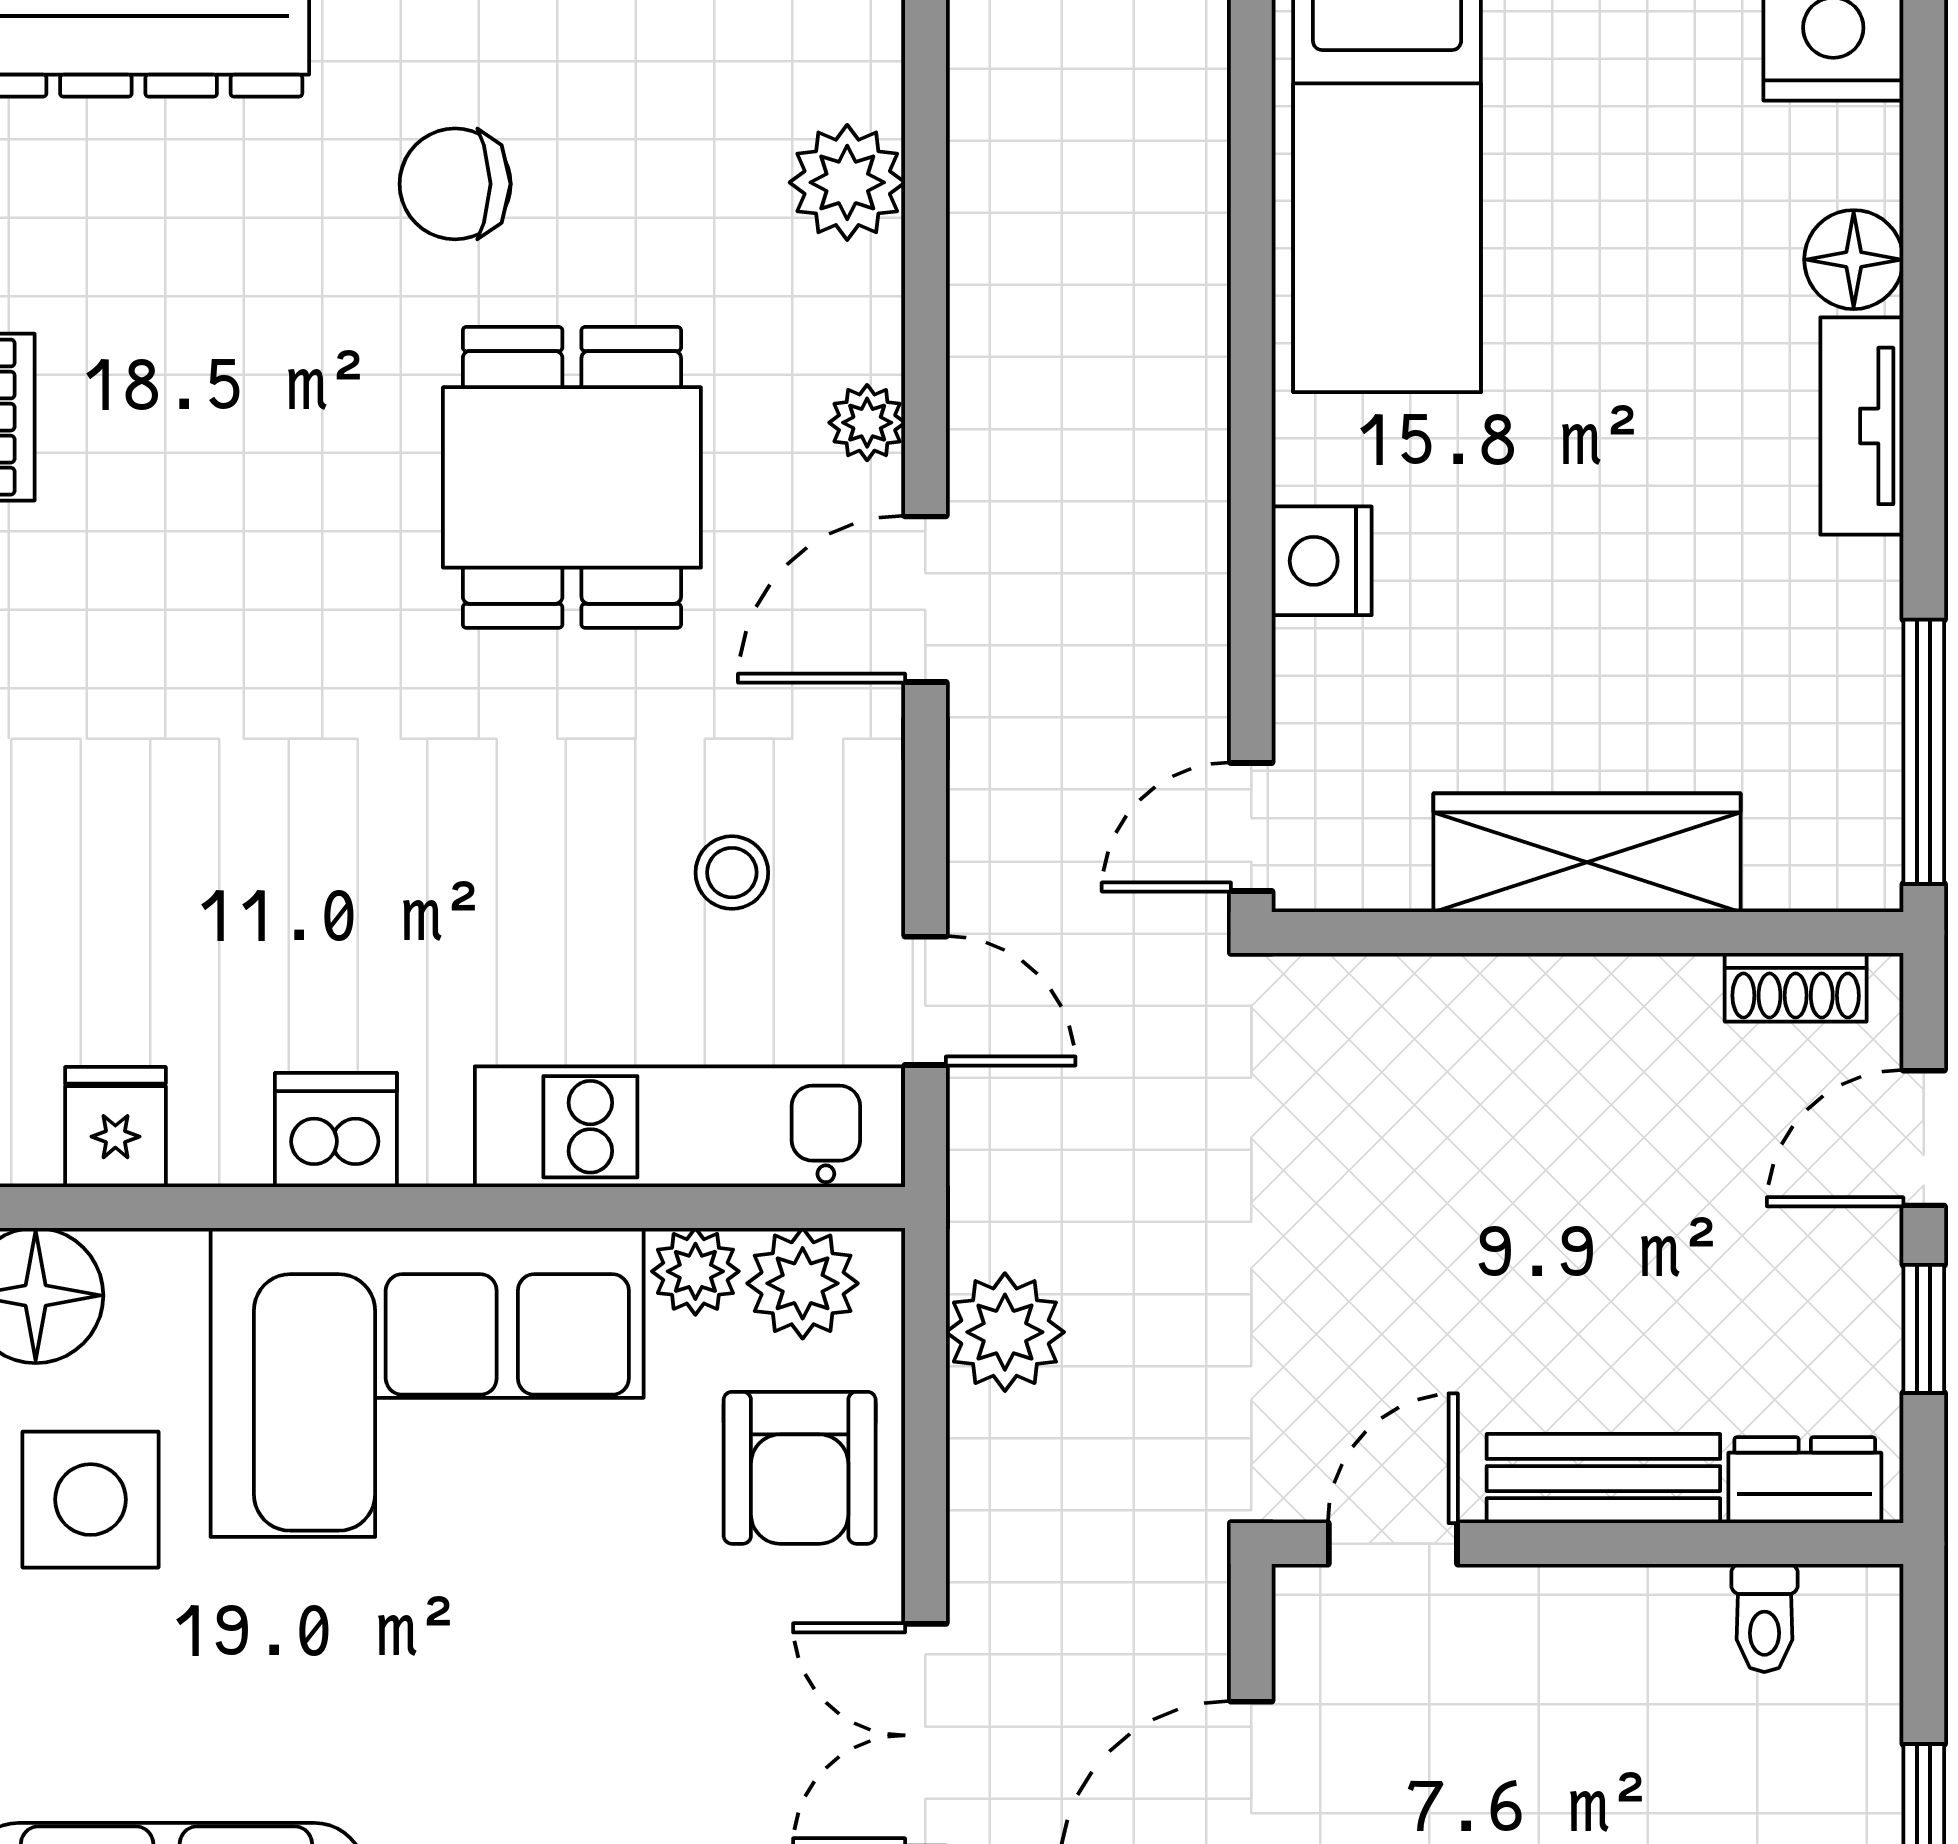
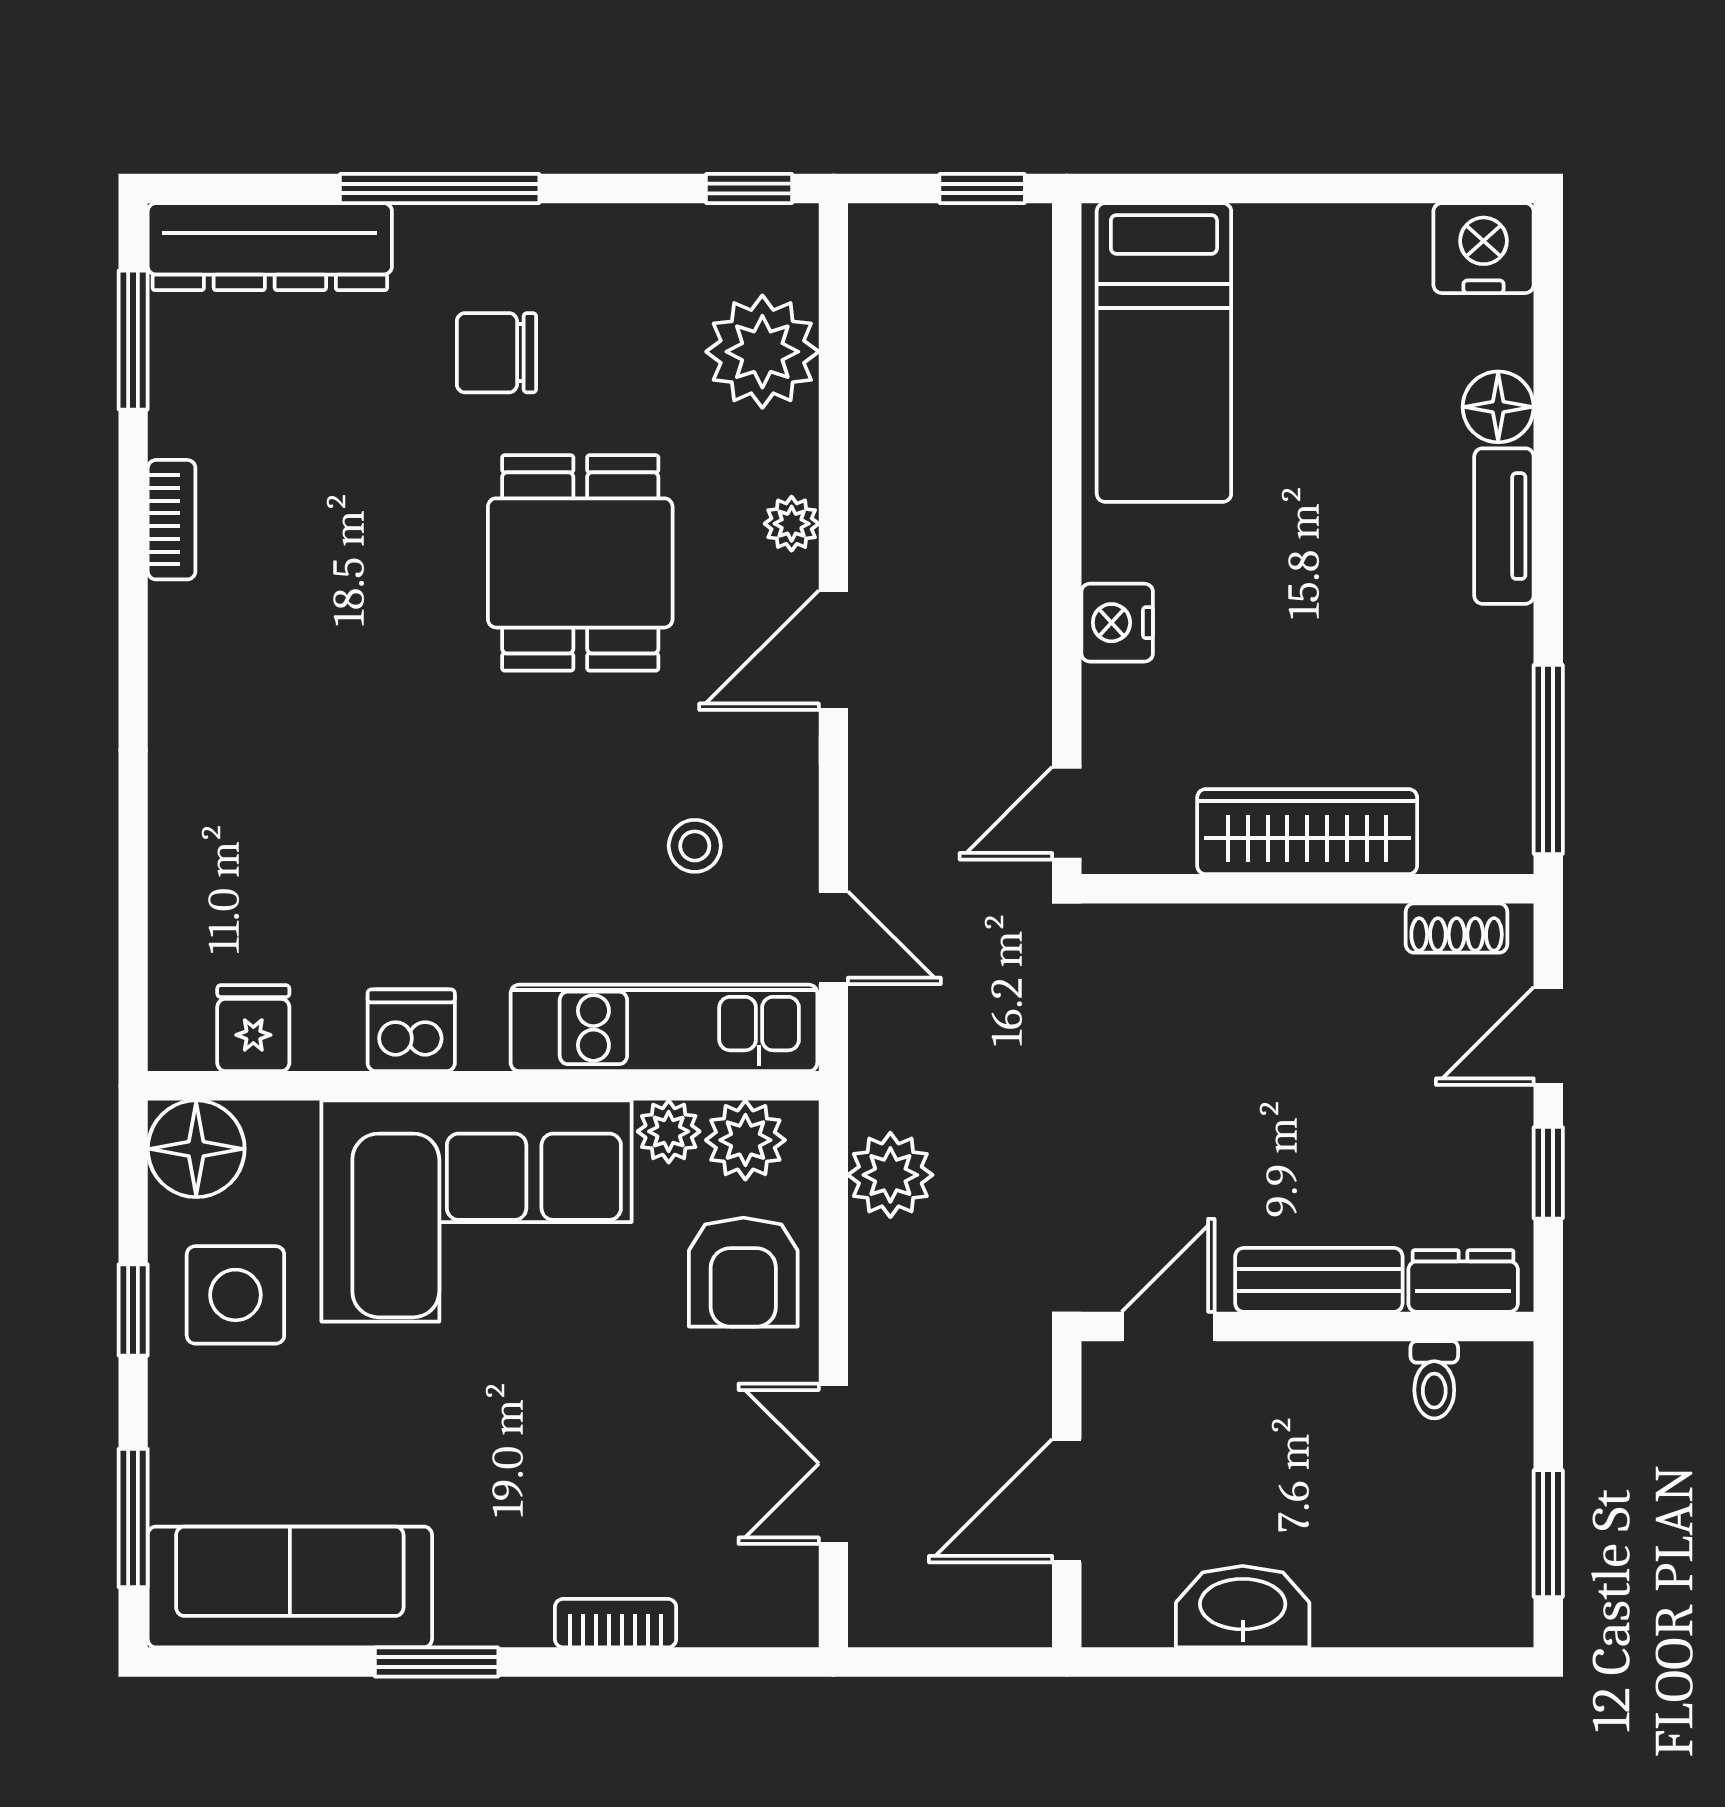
plant: (847, 182) -> (762, 352), width x1.36, depth x1.36

